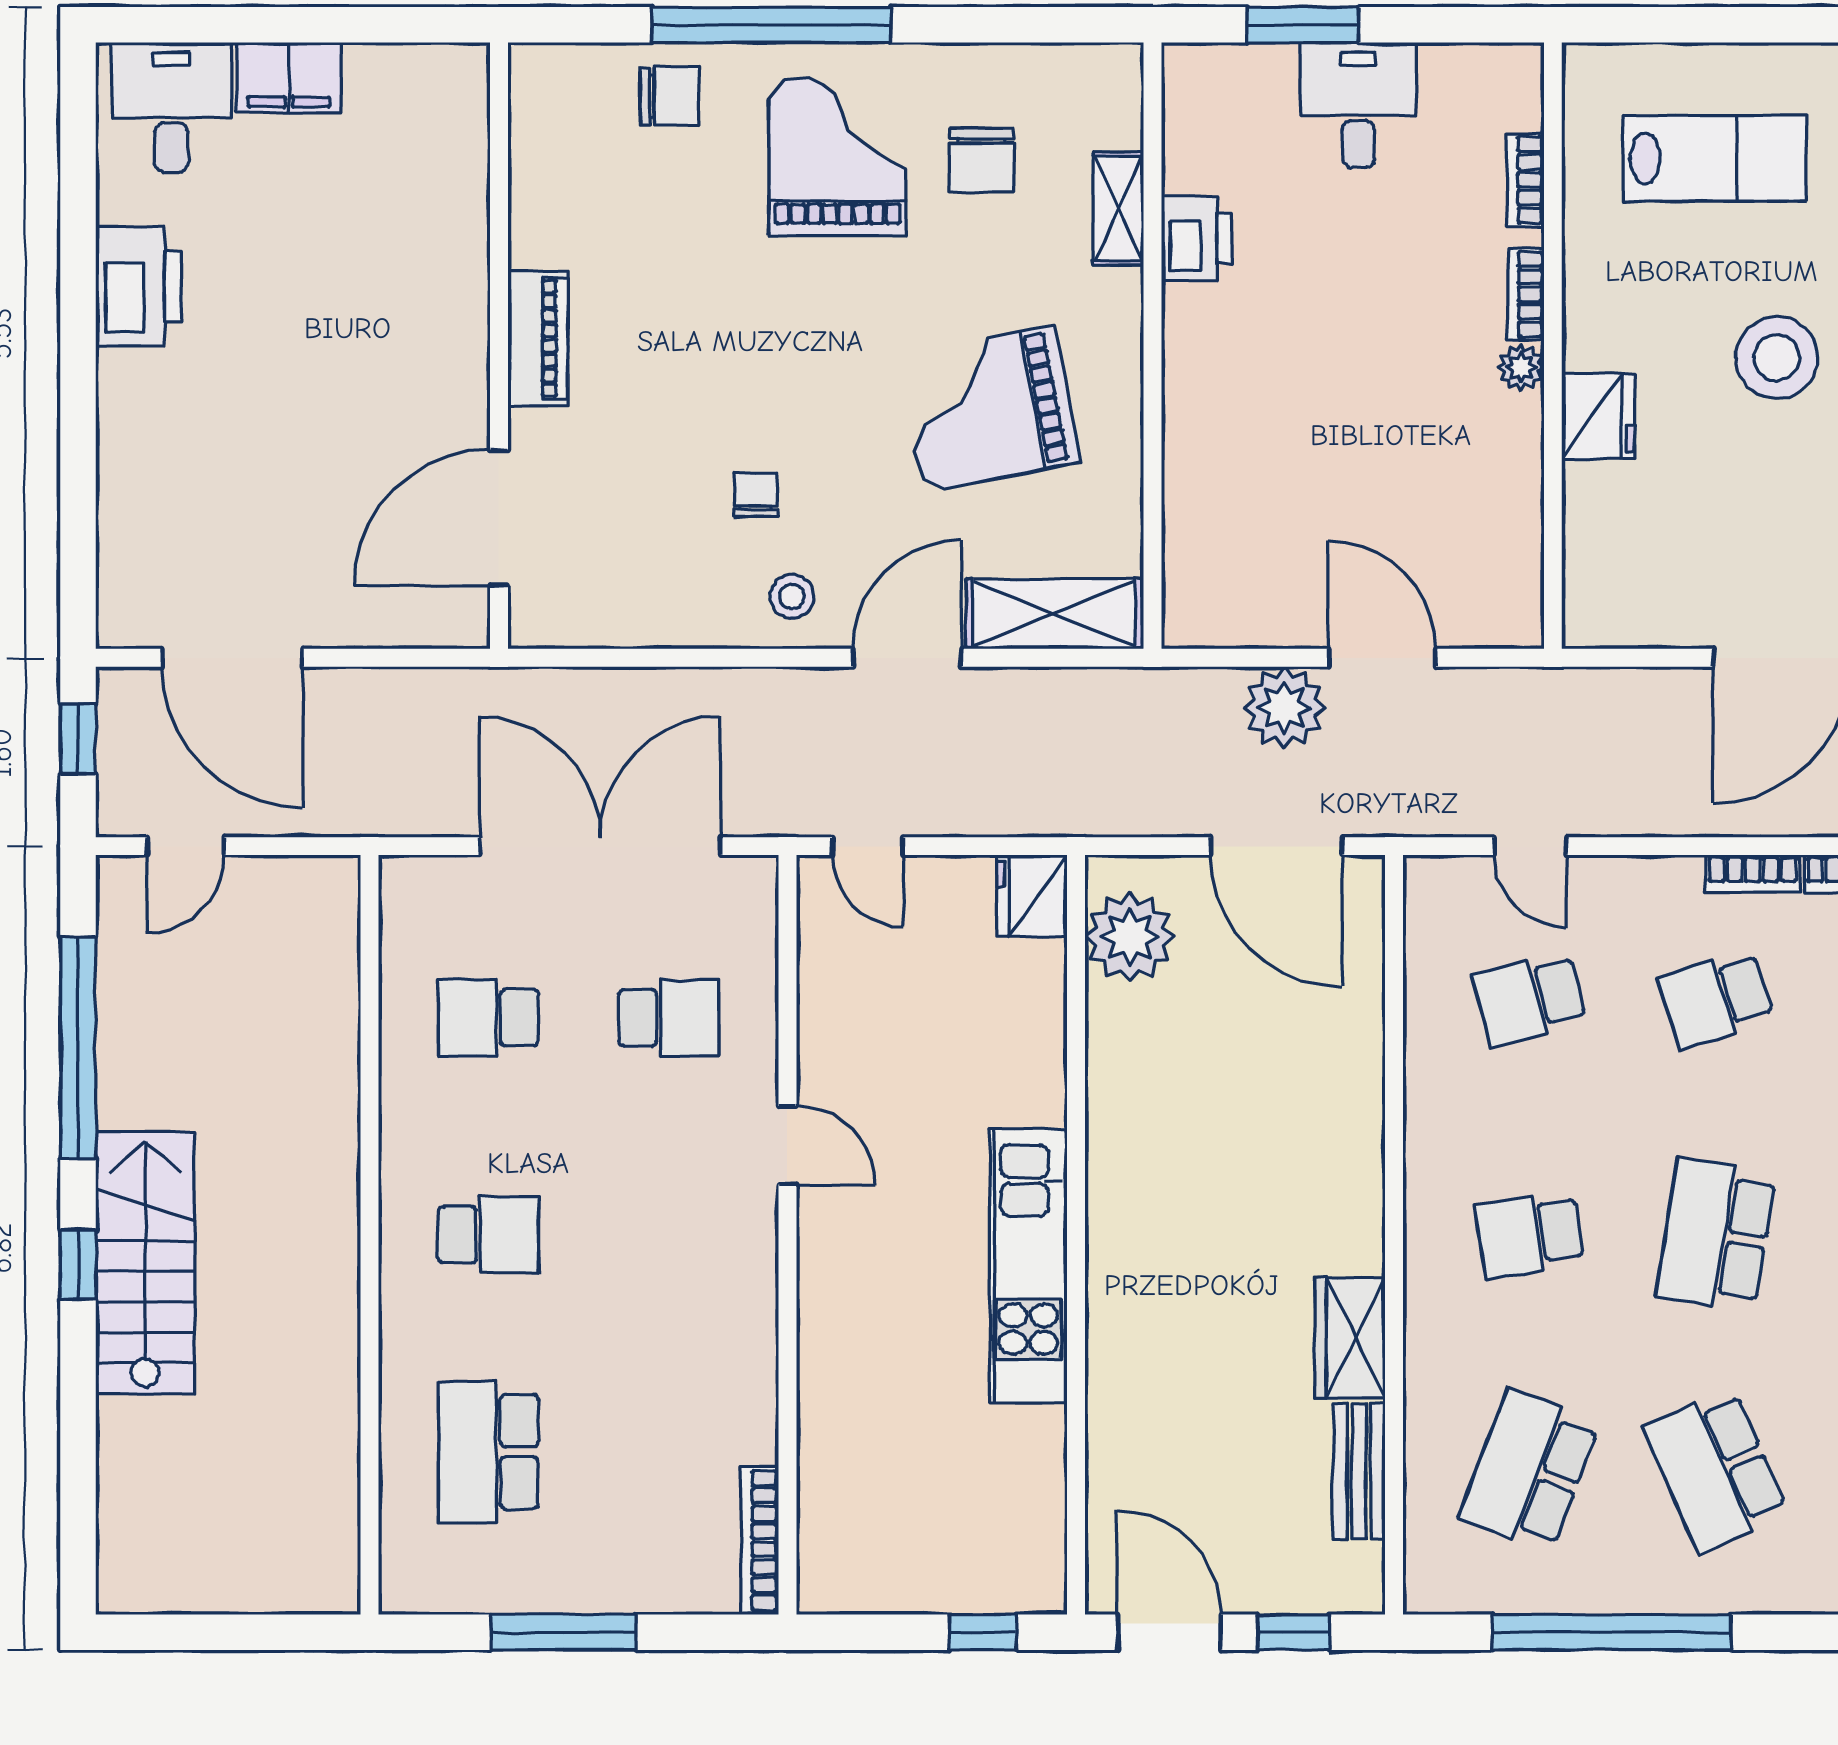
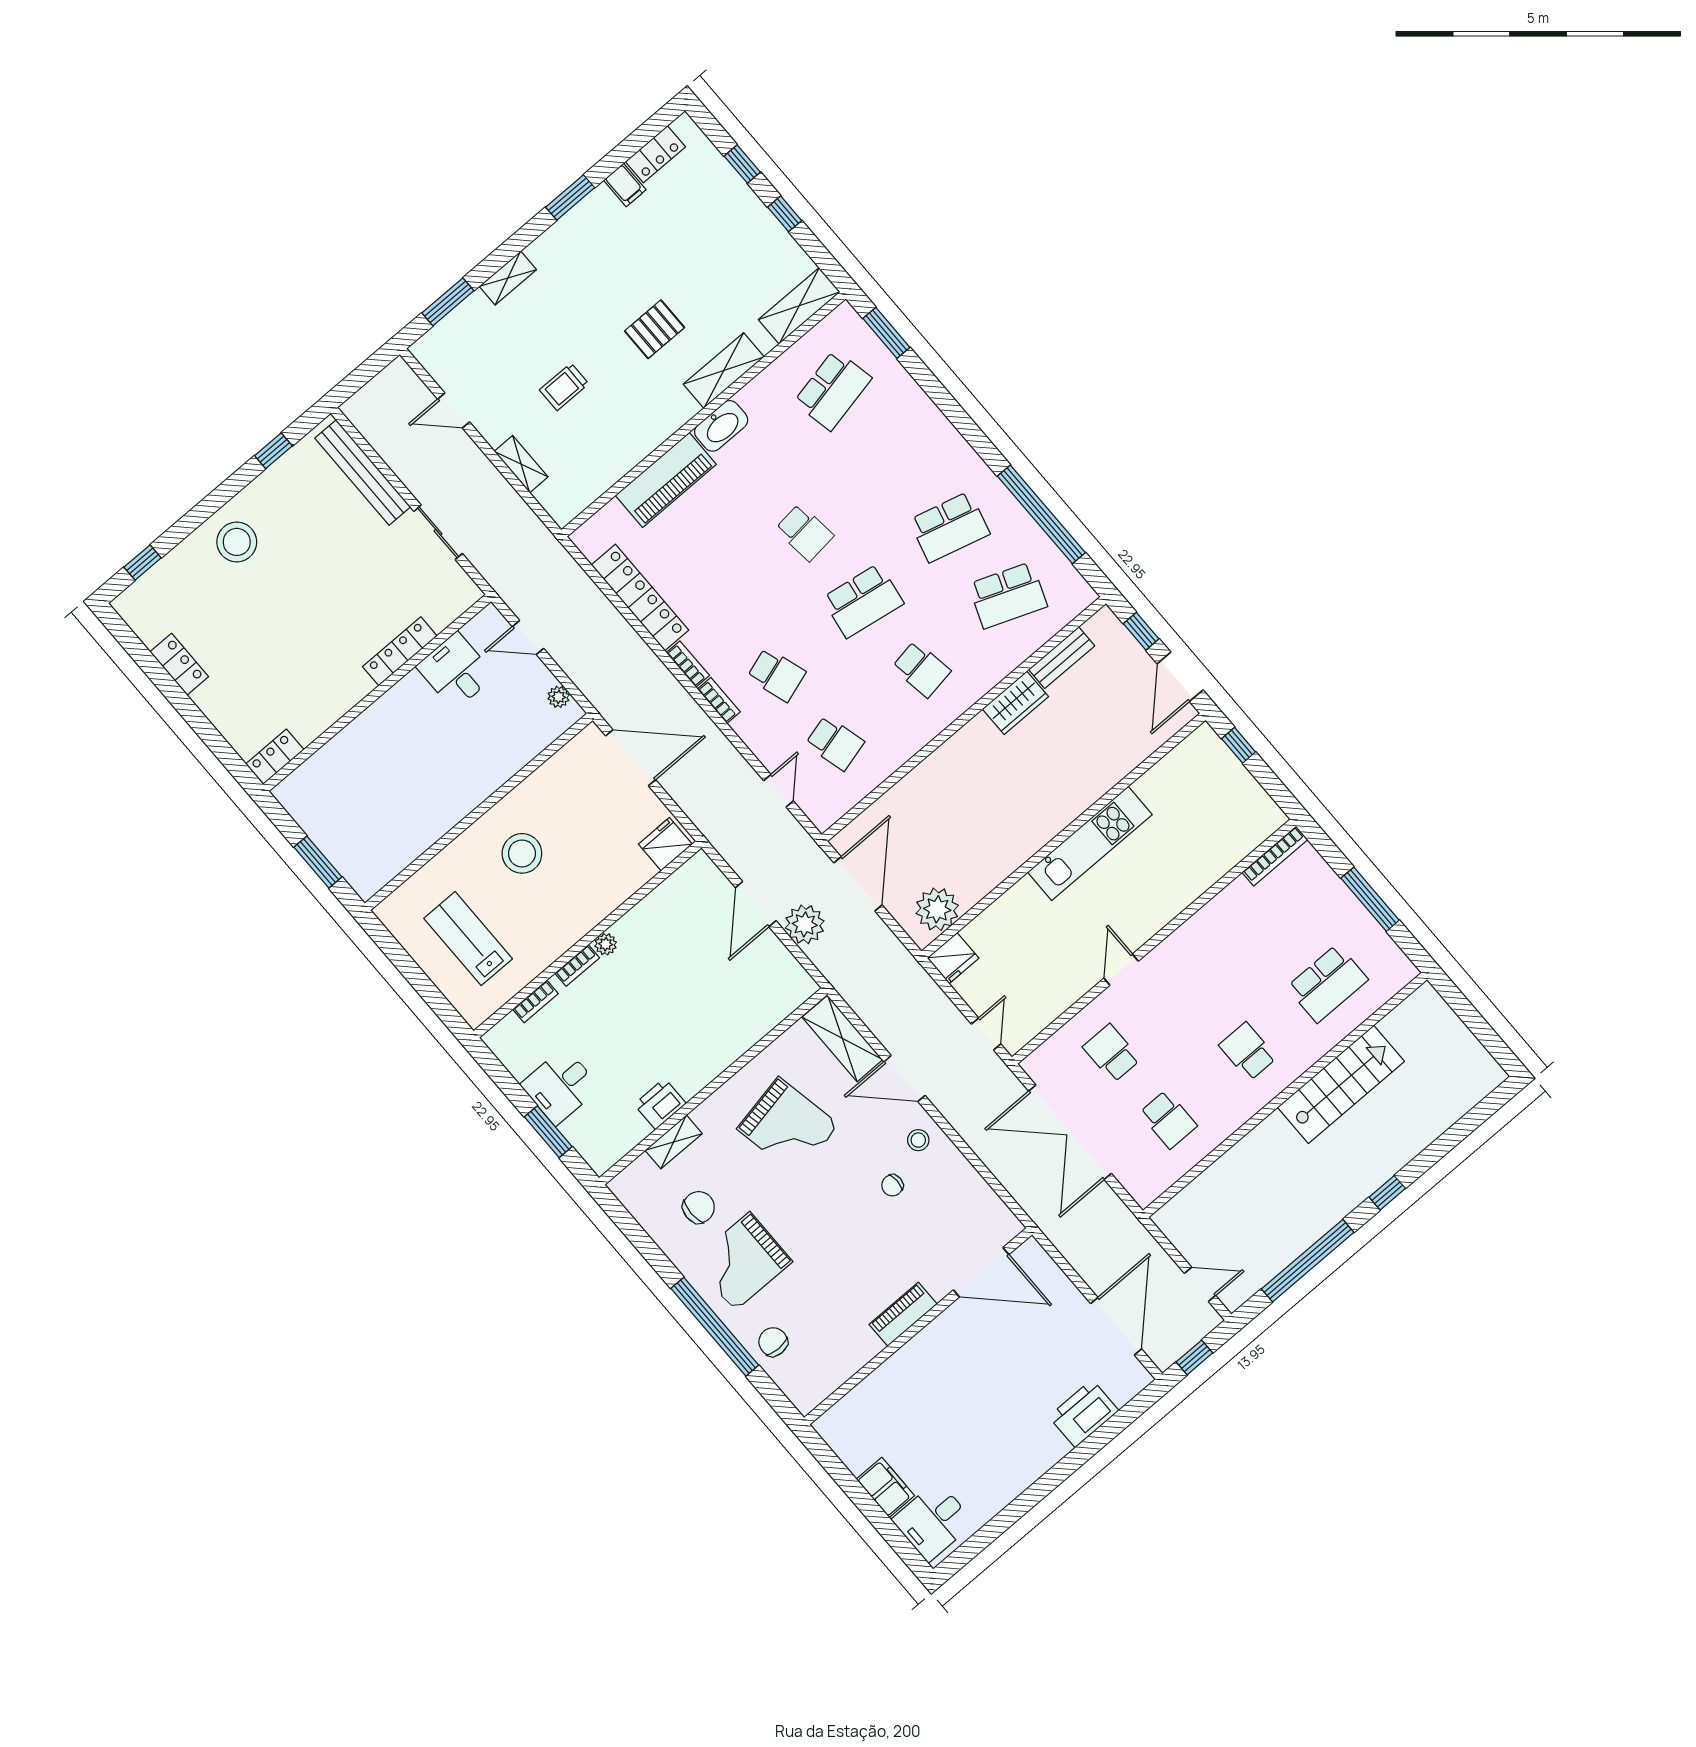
printer: (139, 287) -> (1084, 1413), moved
fridge: (1598, 416) -> (665, 844), moved
stairs: (145, 1263) -> (1341, 1084), moved, turned 180
school desk: (1716, 1470) -> (949, 527), turned 39

